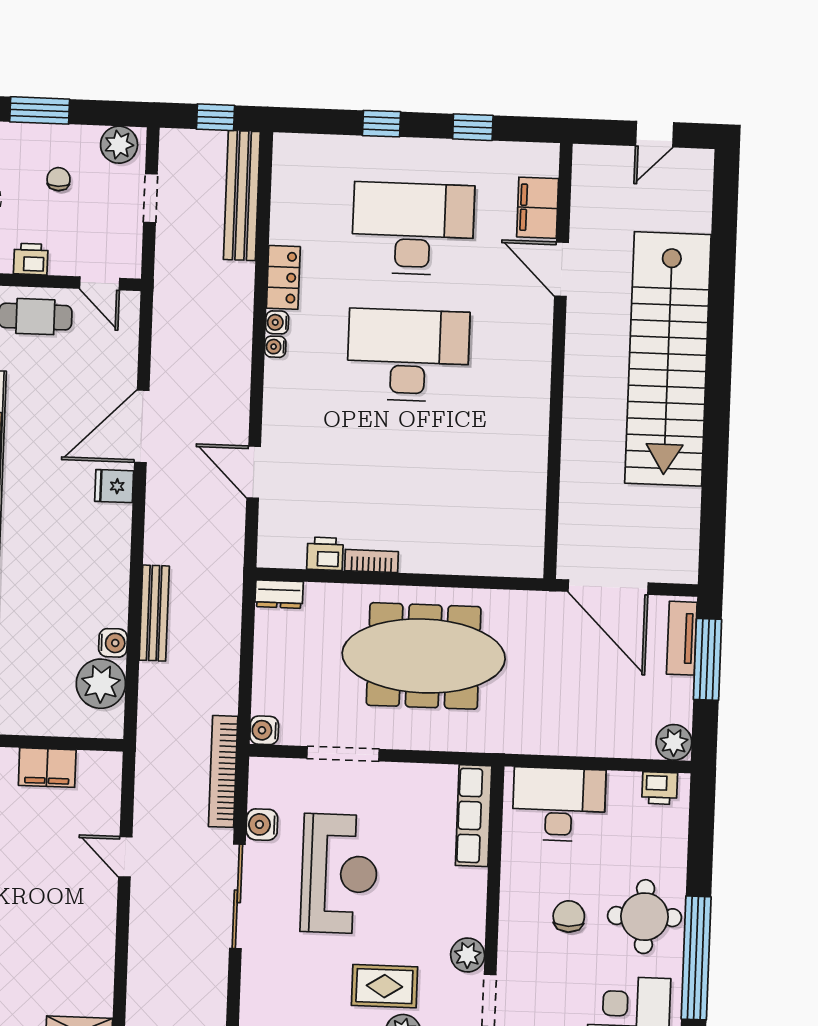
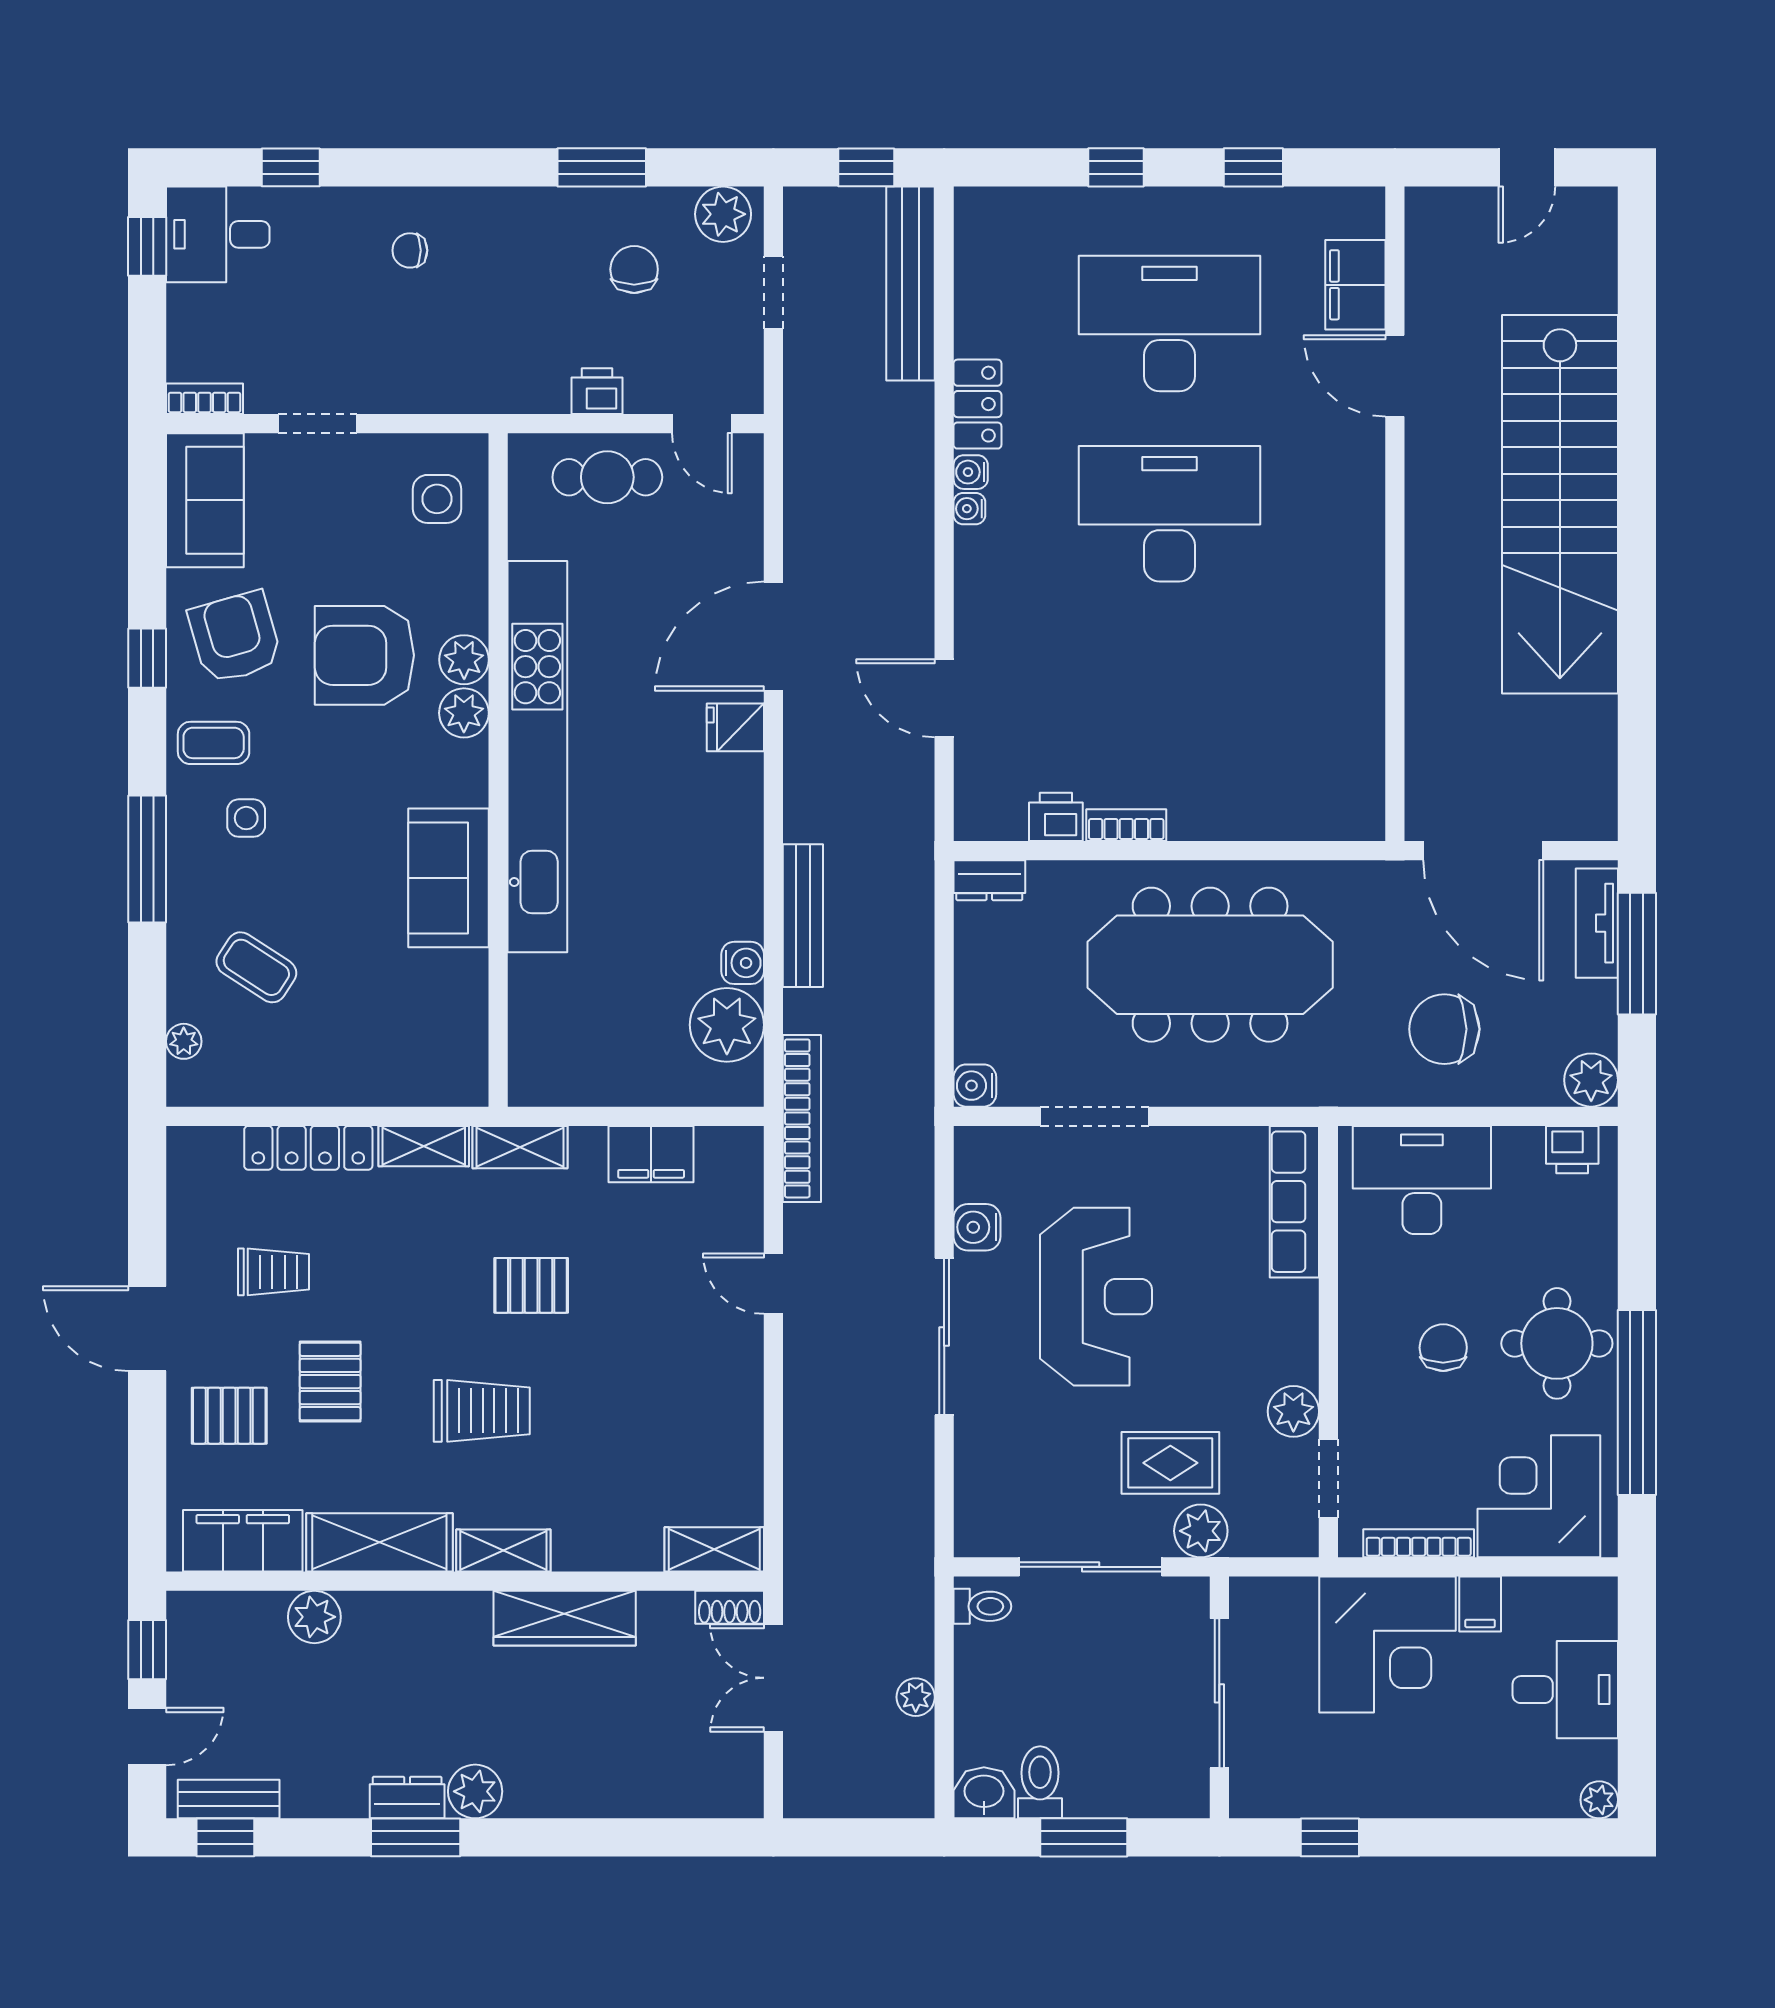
chair: (59, 179) -> (634, 269), width x1.37, depth x1.37
chair: (578, 705) -> (1444, 1029), added
bookcase: (223, 771) -> (802, 1118), moved, turned 180

